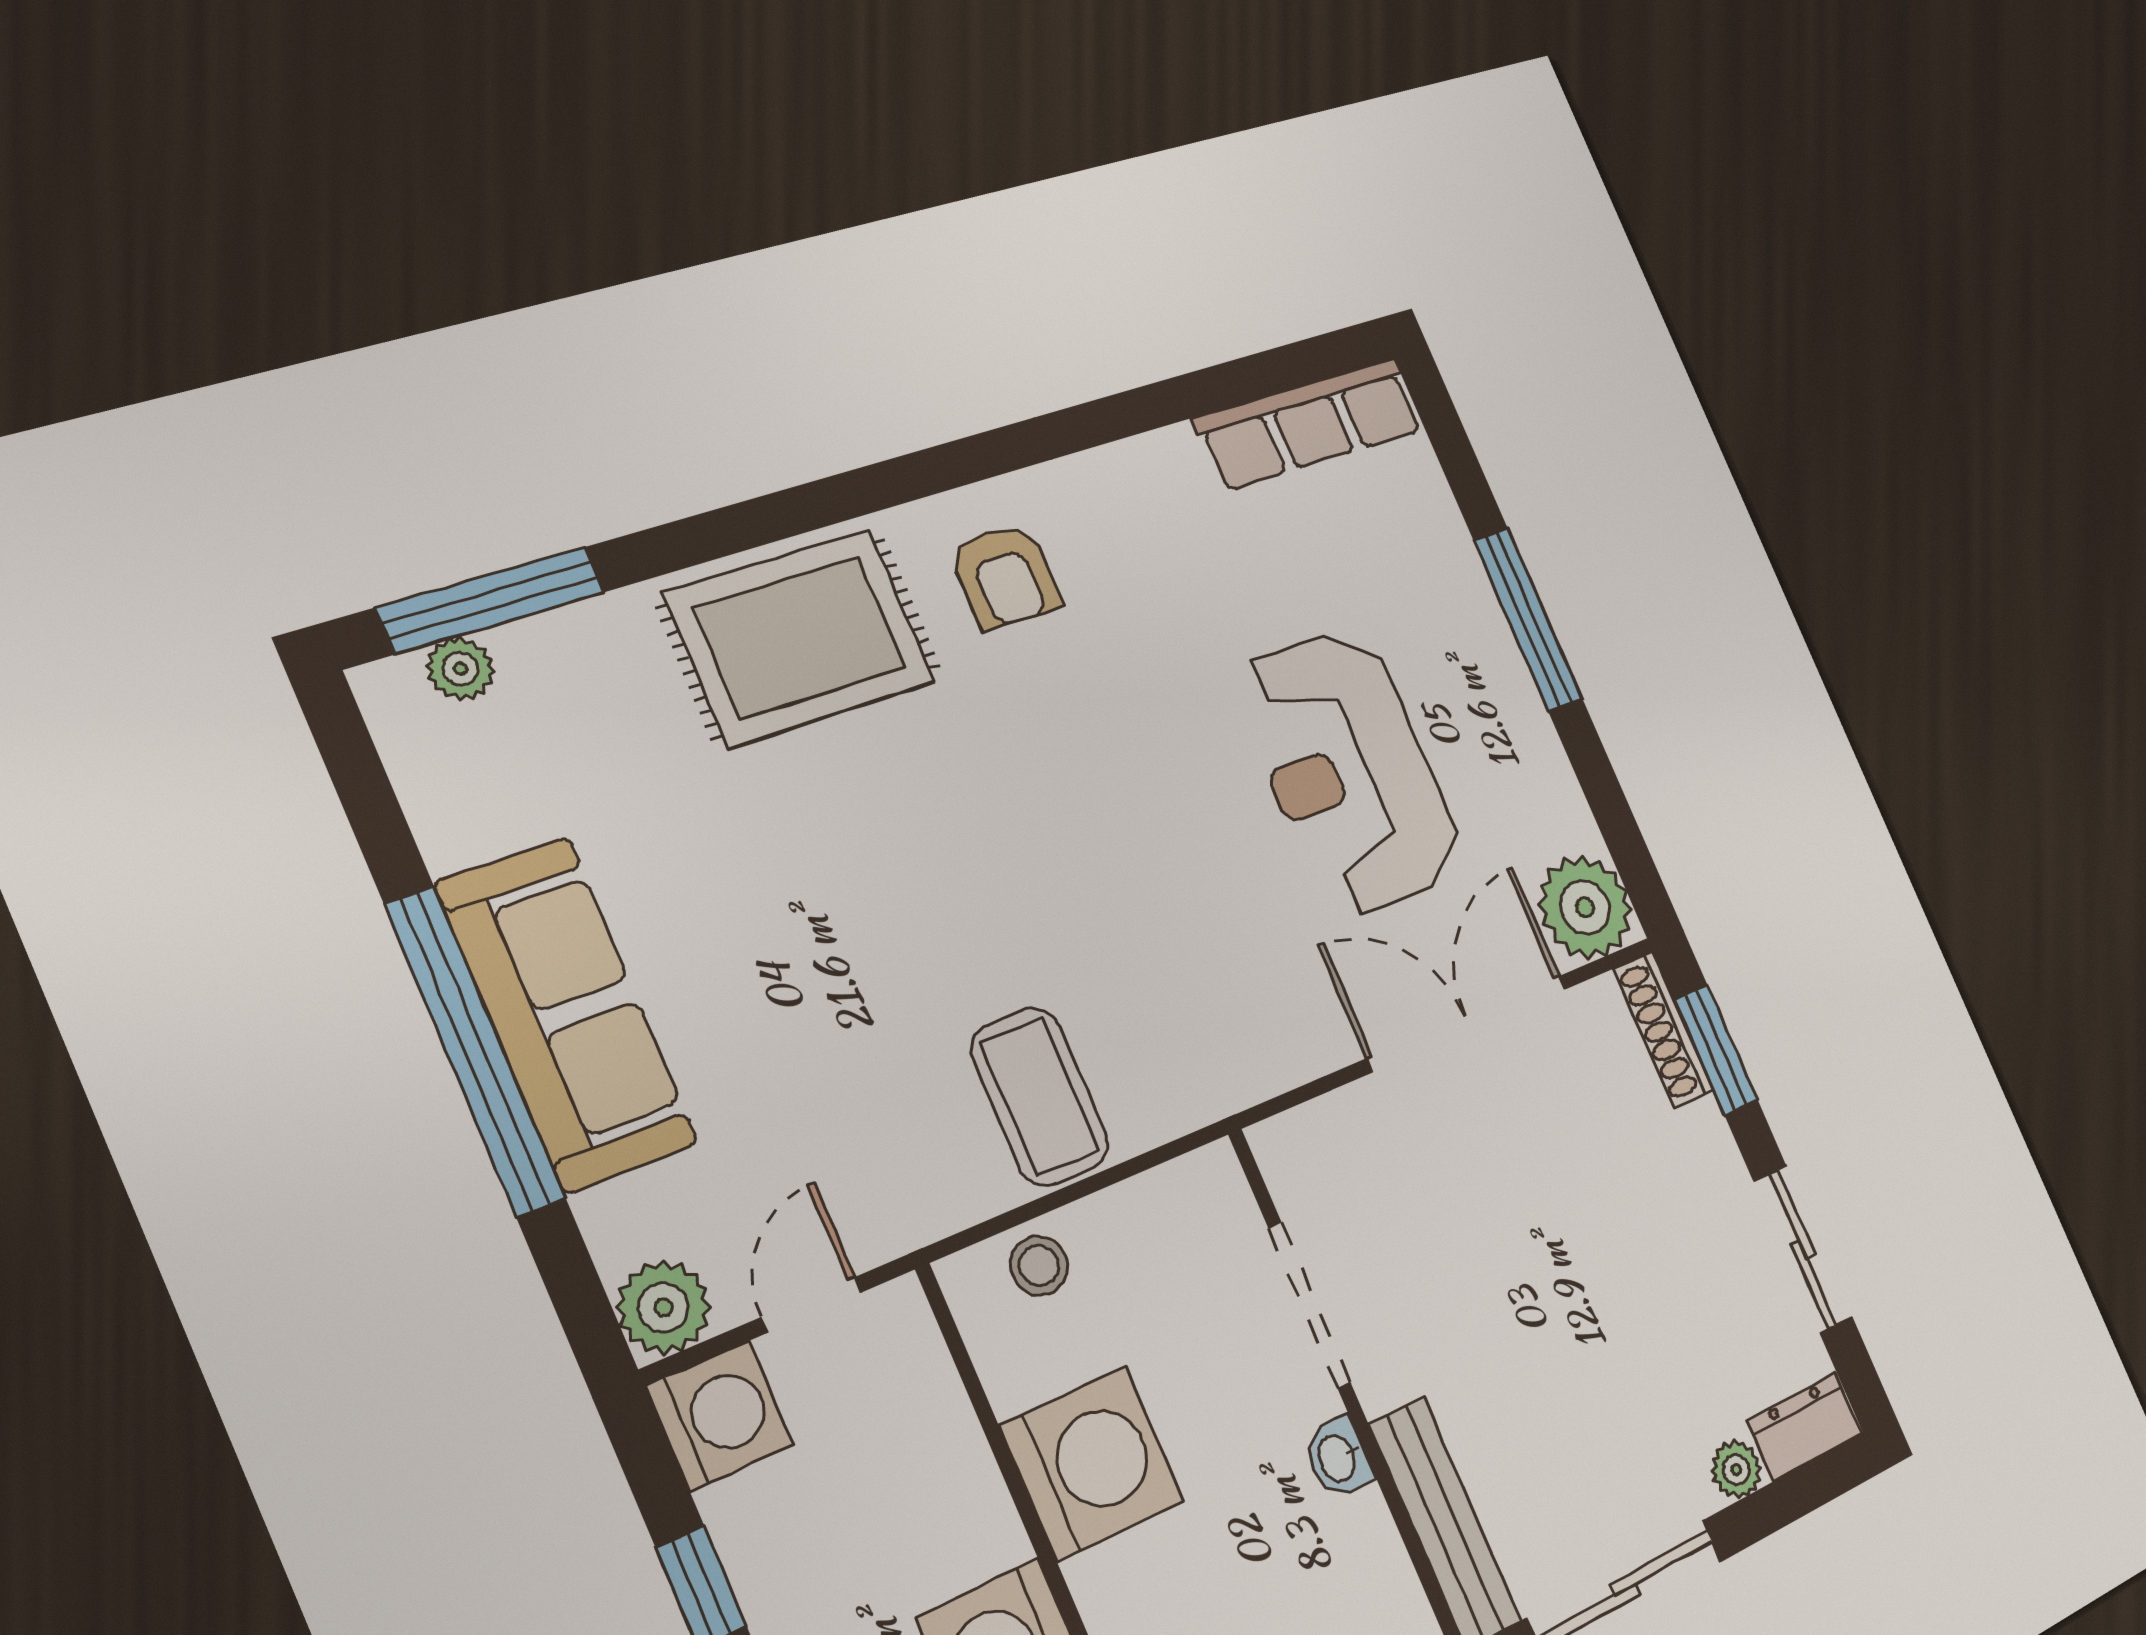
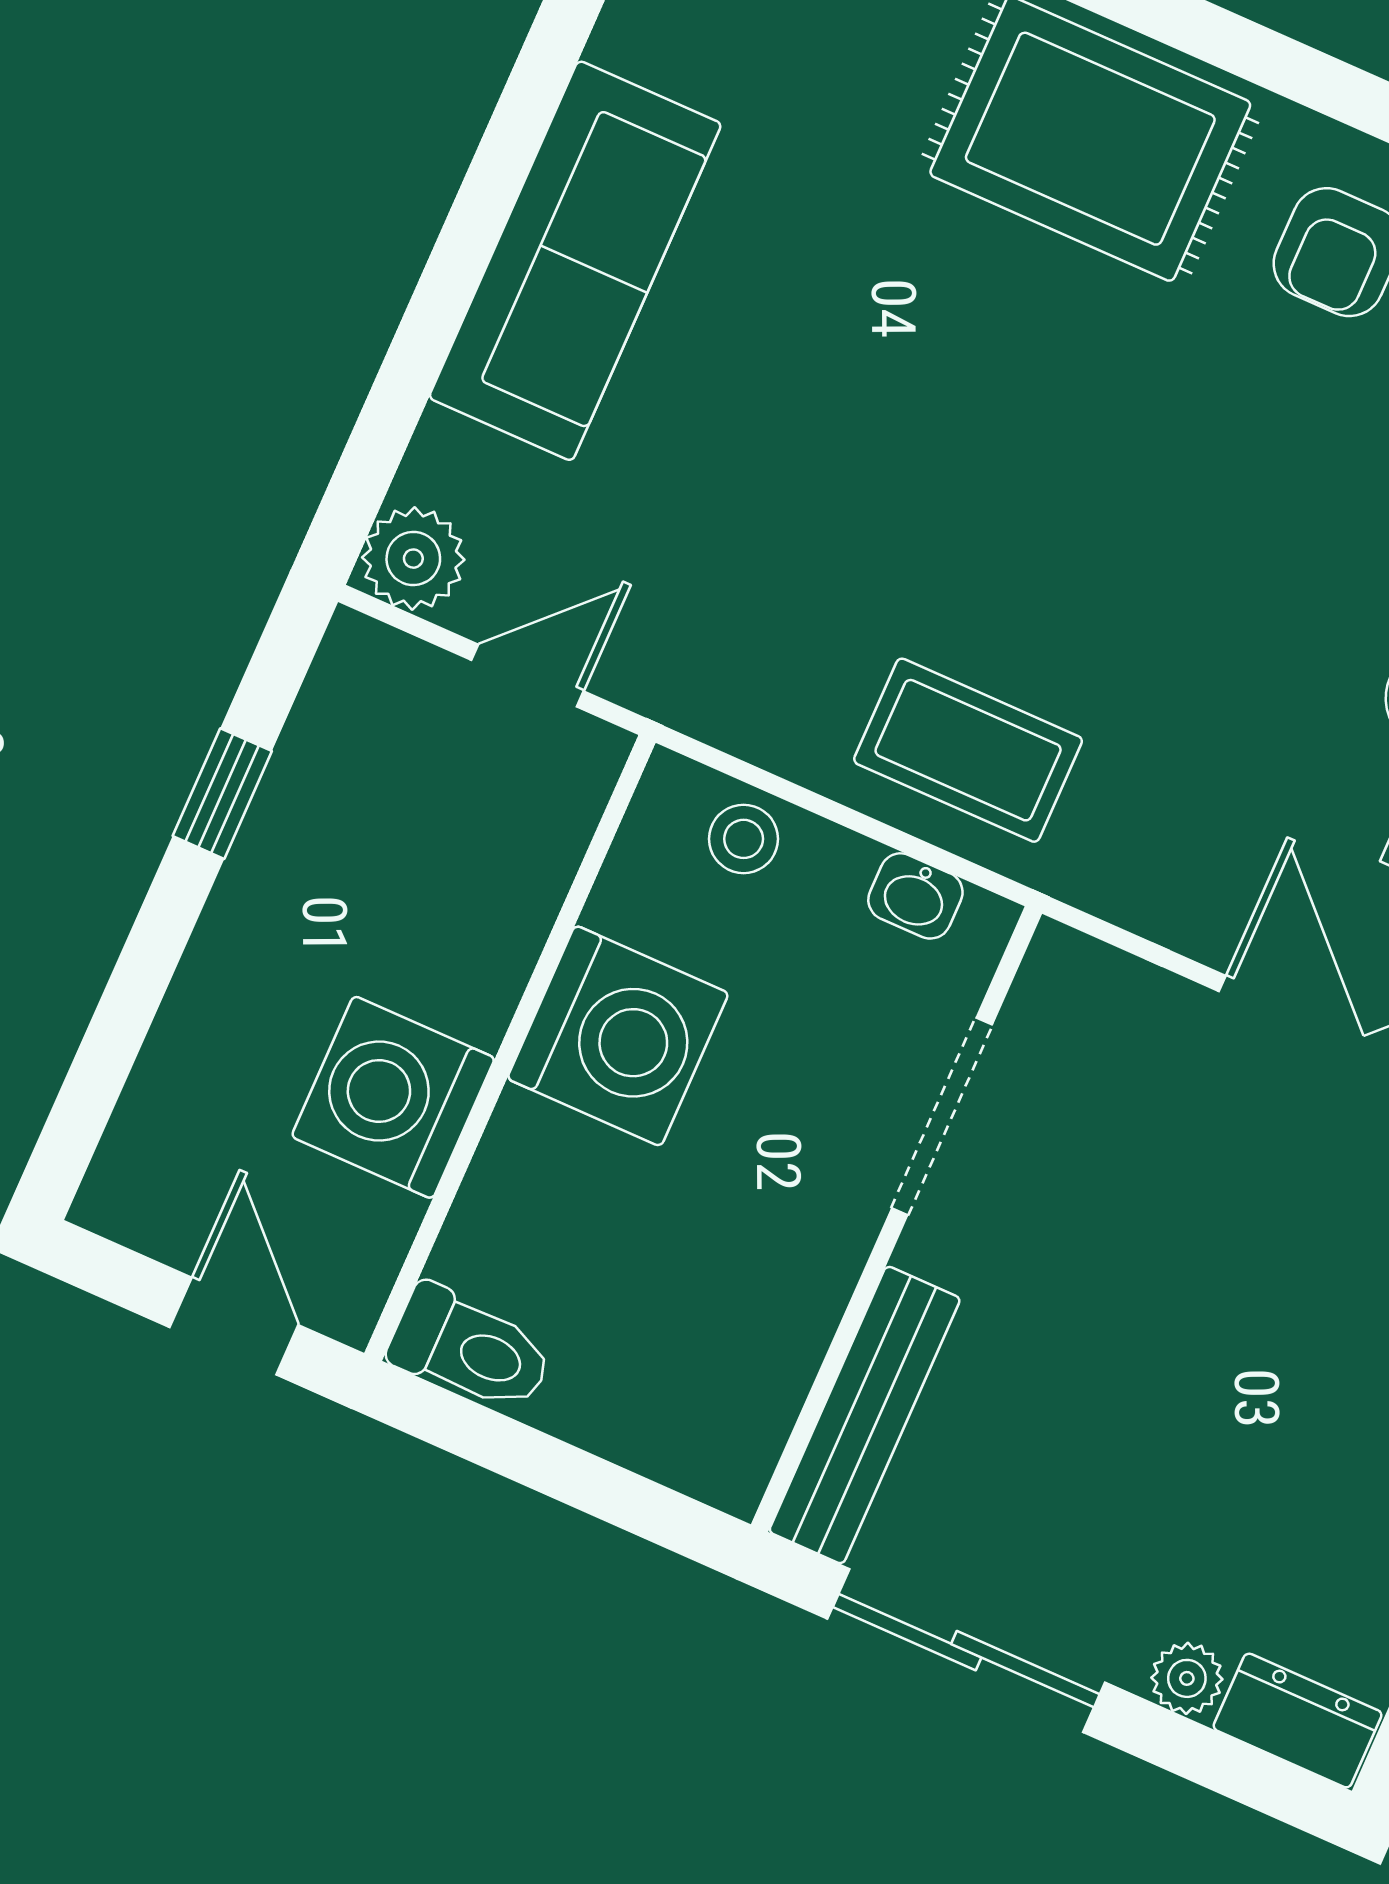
window: (475, 1051) -> (476, 221), removed
coffee table: (1040, 1097) -> (968, 750), moved, turned 90
washing machine: (720, 1415) -> (369, 683), removed
washbasin: (1338, 1458) -> (915, 896), moved, turned -90

